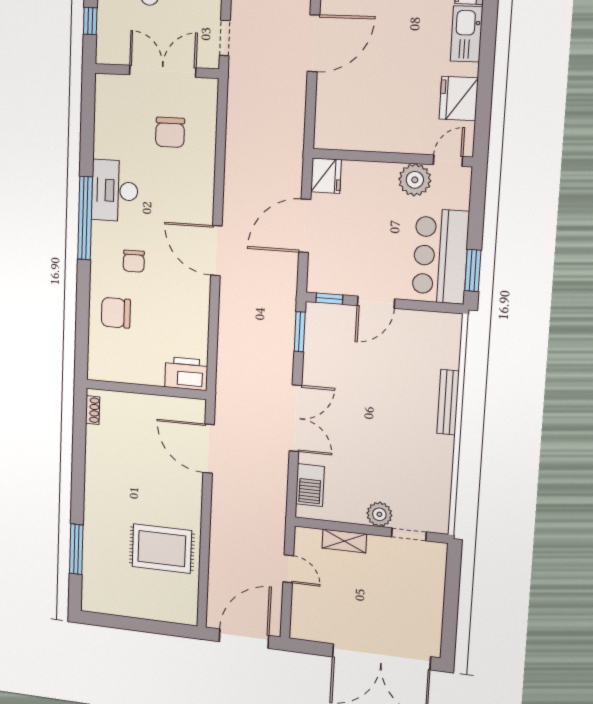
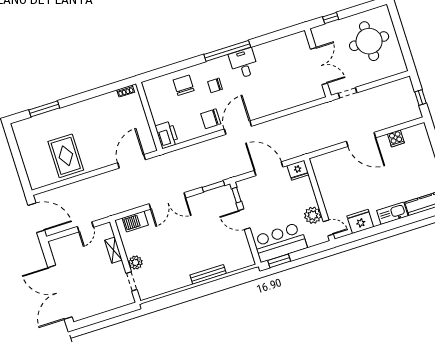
chair: (170, 132) -> (211, 119), moved
desk: (115, 191) -> (244, 63), width x0.73

